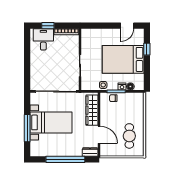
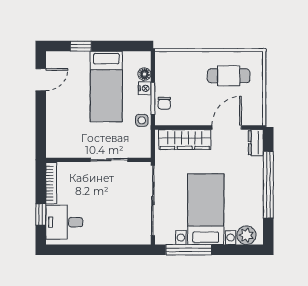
door: (127, 26) -> (41, 80), hinge flipped
bed: (123, 59) -> (106, 87), width x0.67
window: (27, 128) -> (189, 250), moved
plant: (36, 146) -> (246, 235), added

